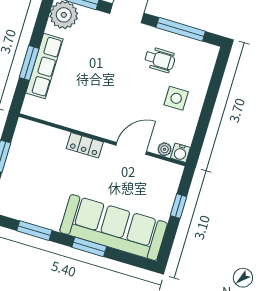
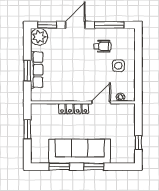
locker: (85, 145) -> (74, 109), width x1.53
water cooler: (180, 153) -> (130, 96), removed
window: (178, 206) -> (138, 143), moved
sofa: (114, 228) -> (80, 151), moved

